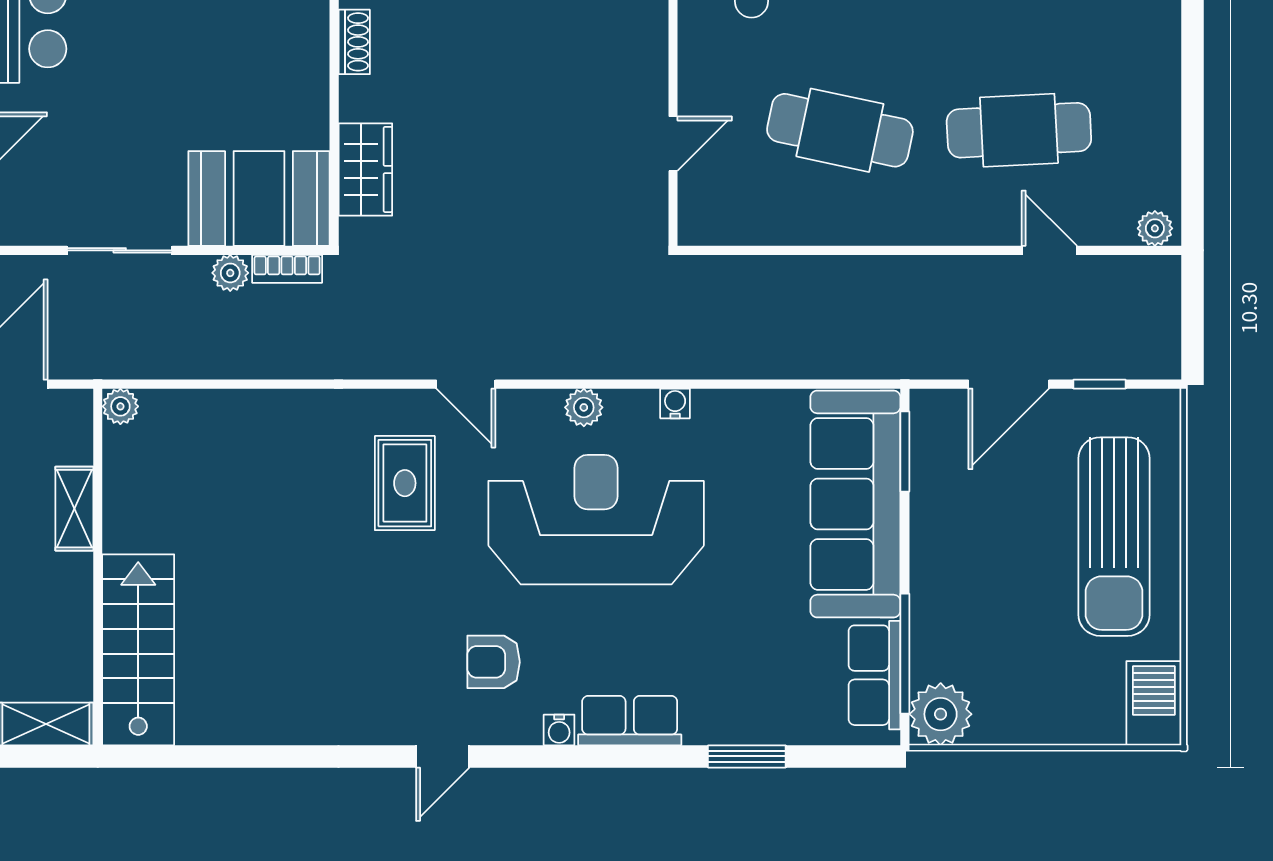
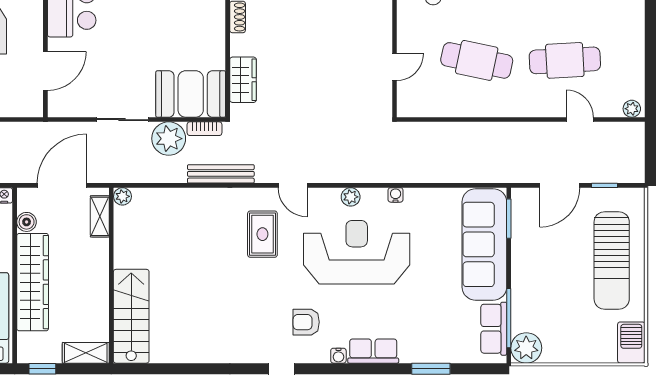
plant: (230, 273) -> (169, 139), width x1.87, depth x1.87
bench: (320, 361) -> (221, 174), added
shelving: (74, 509) -> (100, 216), moved

